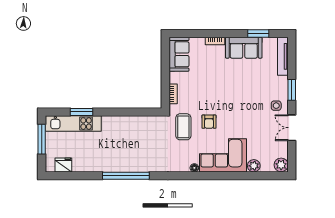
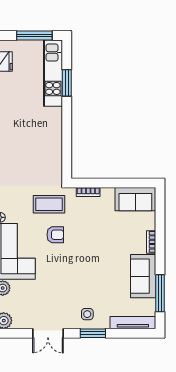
window: (258, 34) -> (160, 293), width x1.44
side table: (276, 106) -> (87, 314), moved
armchair: (209, 122) -> (55, 235), turned 180
double door: (292, 128) -> (48, 333), swing flipped

